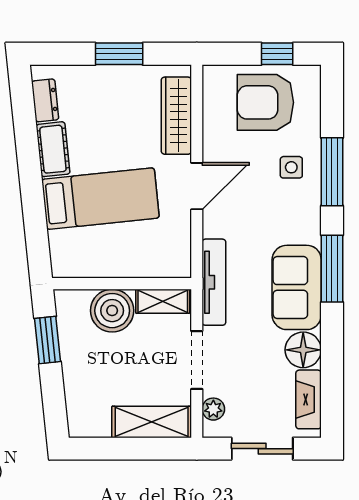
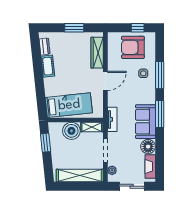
bed: (100, 199) -> (69, 105), moved
tv unit: (214, 282) -> (112, 119), width x0.71
shelving: (152, 422) -> (80, 176), width x1.47

